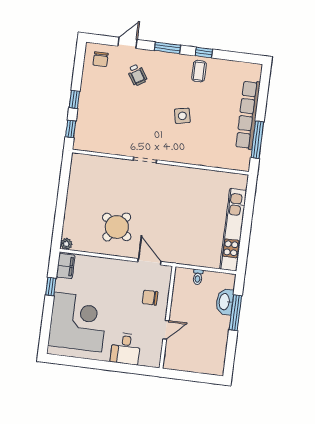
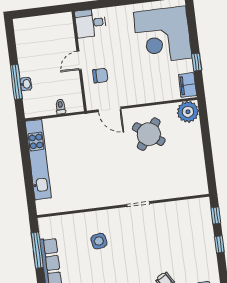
side table: (182, 116) -> (99, 241), moved
plant: (66, 244) -> (188, 112), width x1.88, depth x1.88
washbasin: (225, 302) -> (26, 84), width x0.52, depth x0.69
door: (166, 330) -> (79, 60), moved
desk: (126, 349) -> (91, 23), moved, turned -90

